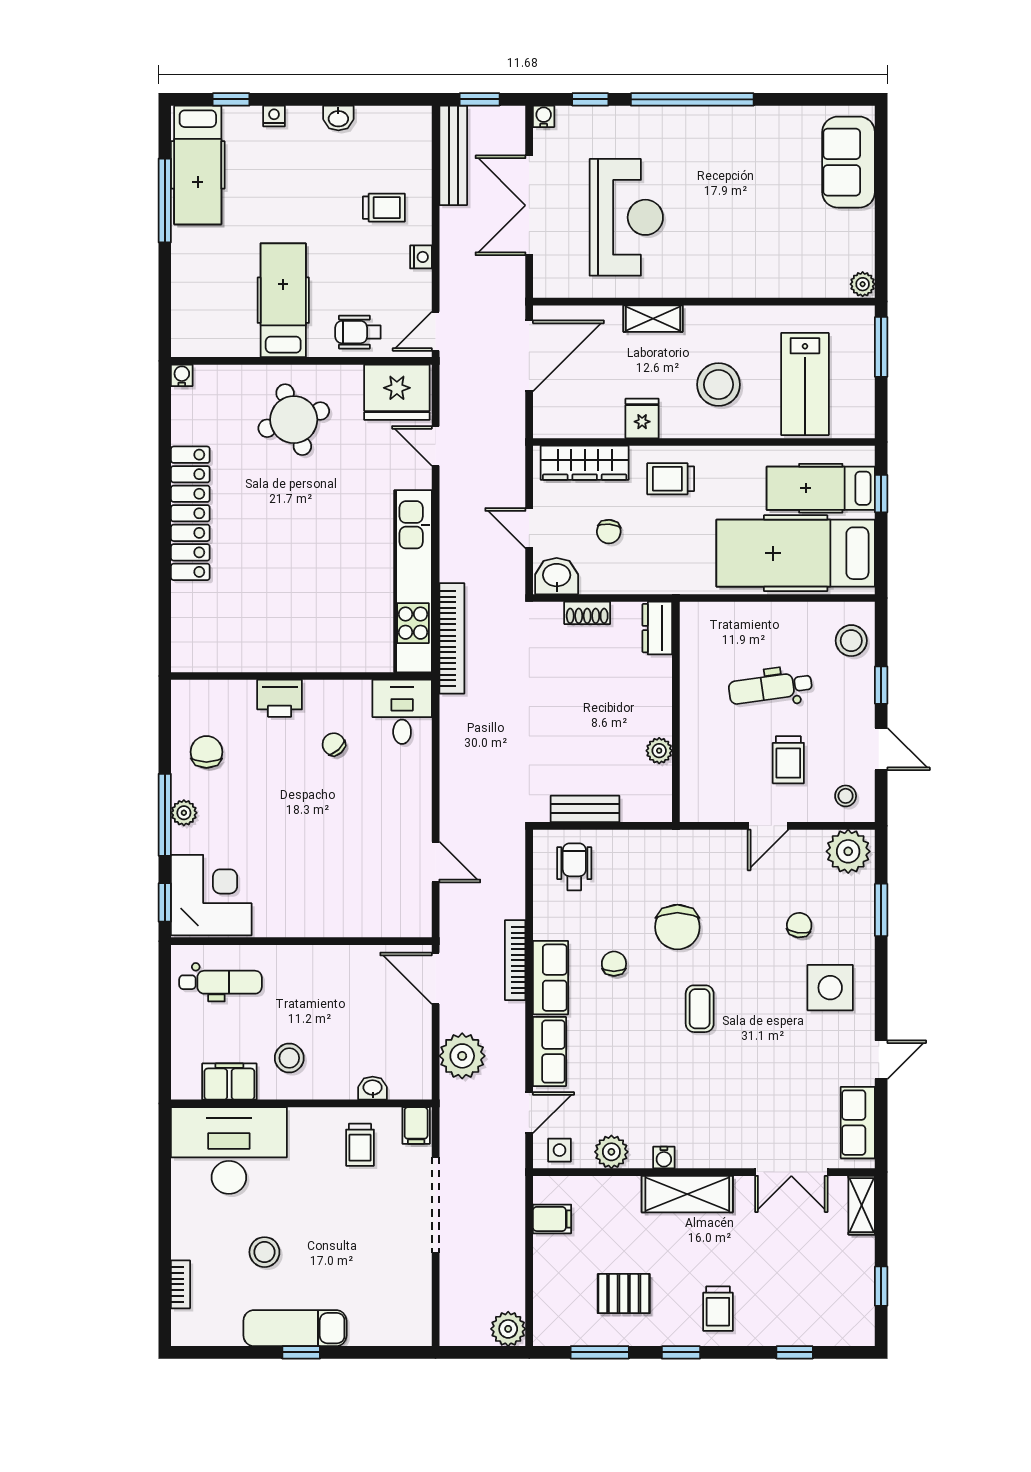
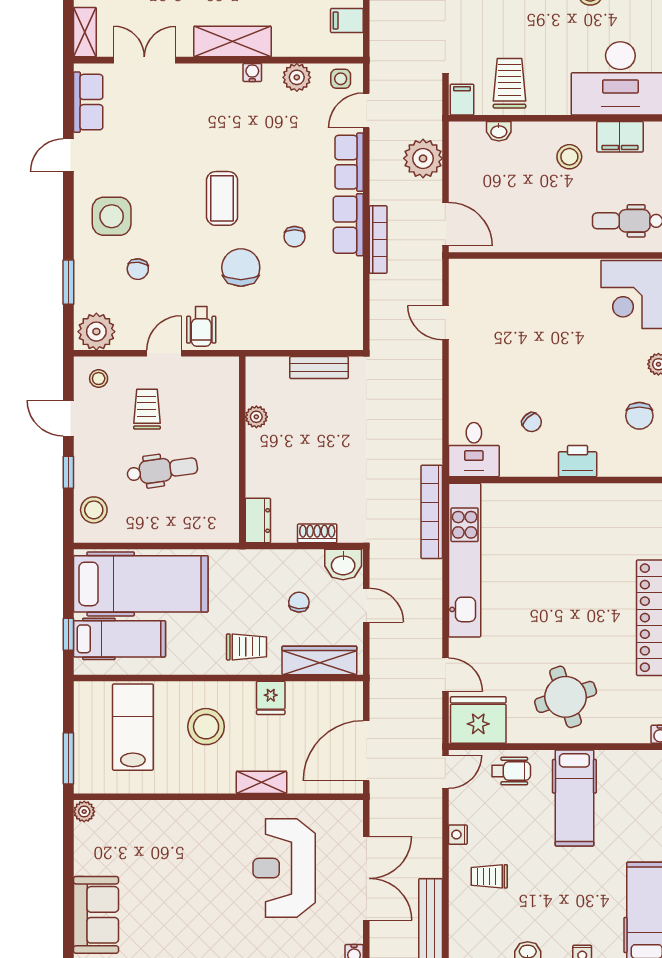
wheelchair: (574, 867) -> (201, 326), moved
coffee table: (700, 1009) -> (222, 198), width x1.36, depth x1.30
trolley: (360, 1145) -> (509, 83), width x1.36, depth x1.39

